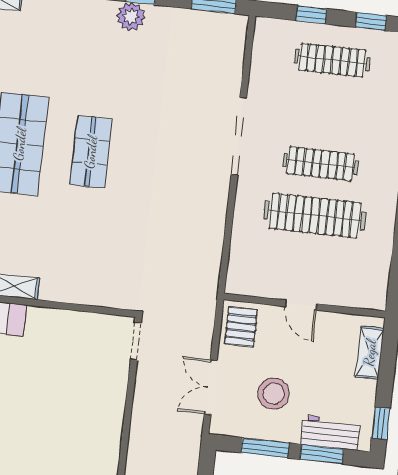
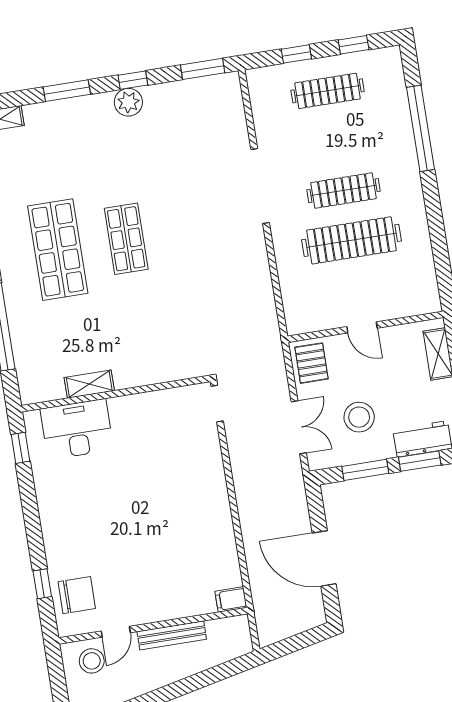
double door: (211, 387) -> (299, 427), swing flipped

